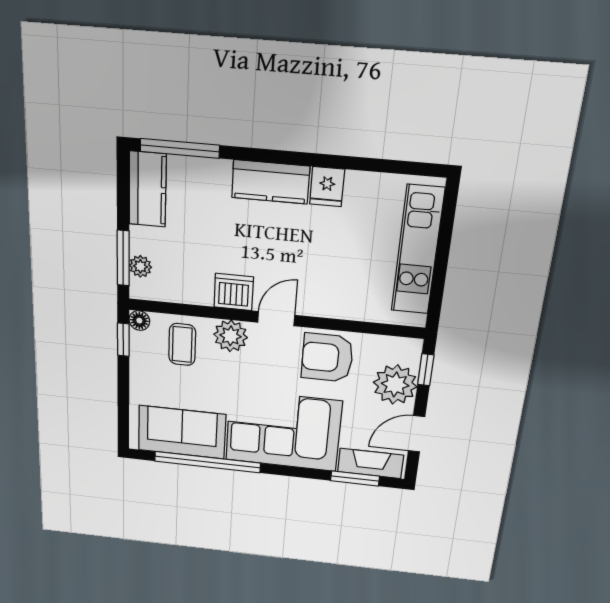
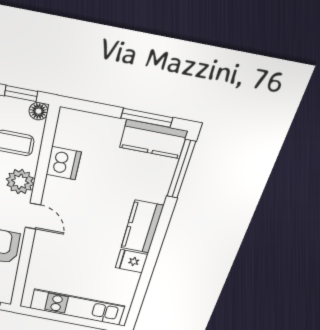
window: (123, 258) -> (147, 118), moved
plant: (140, 266) -> (88, 121), removed
dishwasher: (234, 292) -> (64, 163), moved

